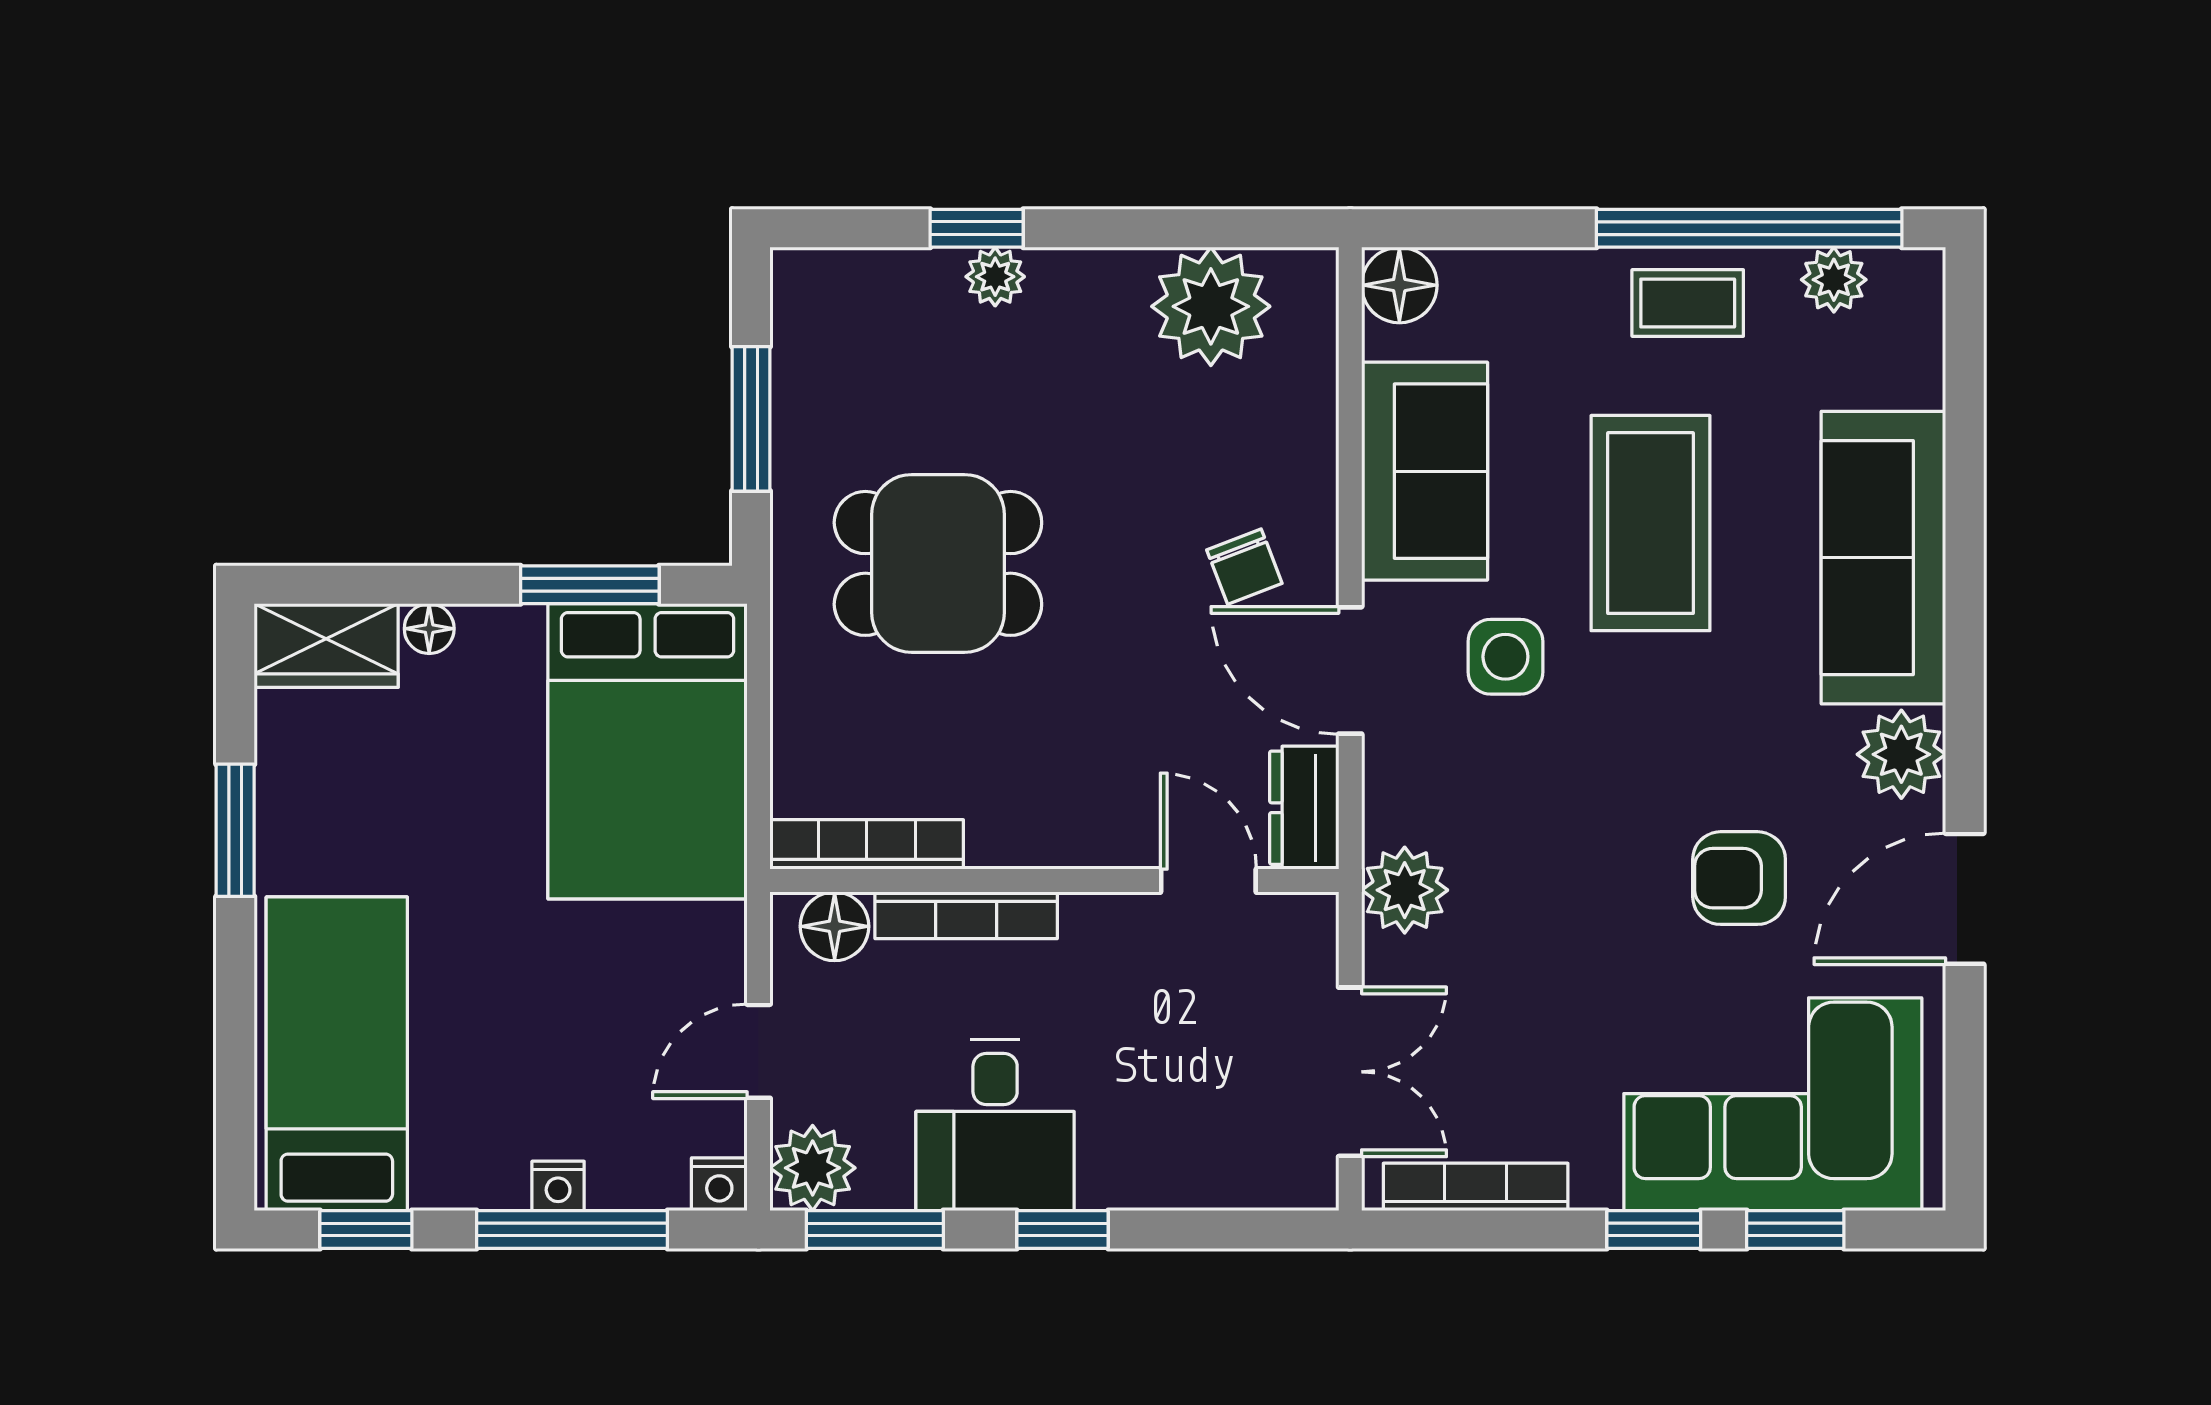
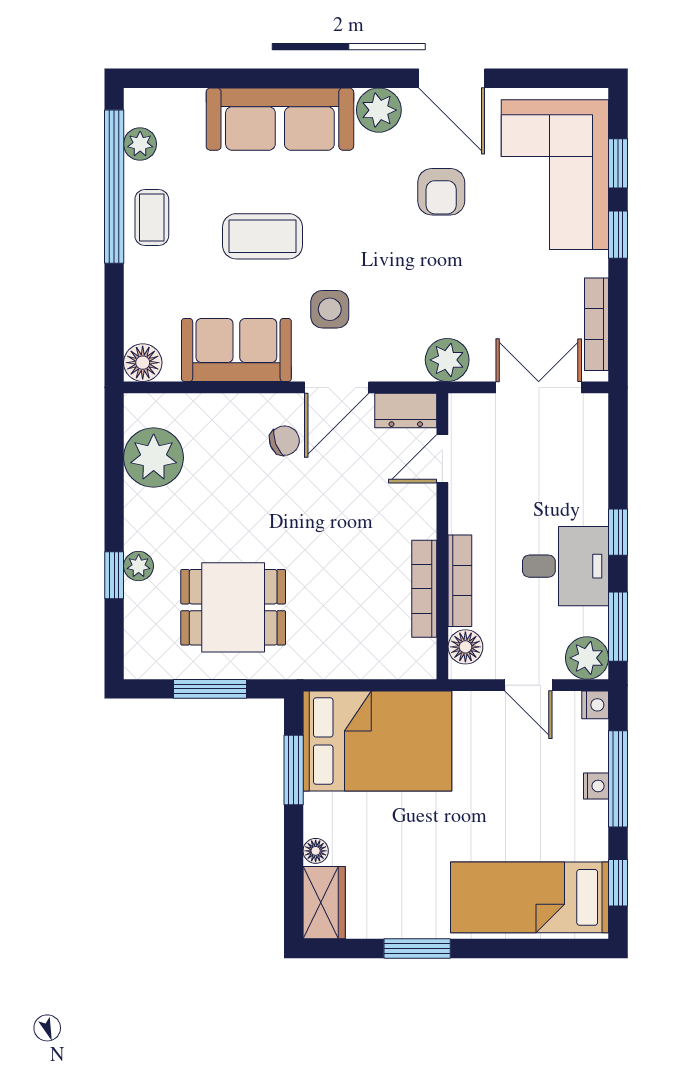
coffee table: (1650, 523) -> (263, 236), width x0.73, depth x0.76
dining table: (938, 563) -> (233, 607), moved, turned 90
bookcase: (867, 844) -> (424, 589), moved

